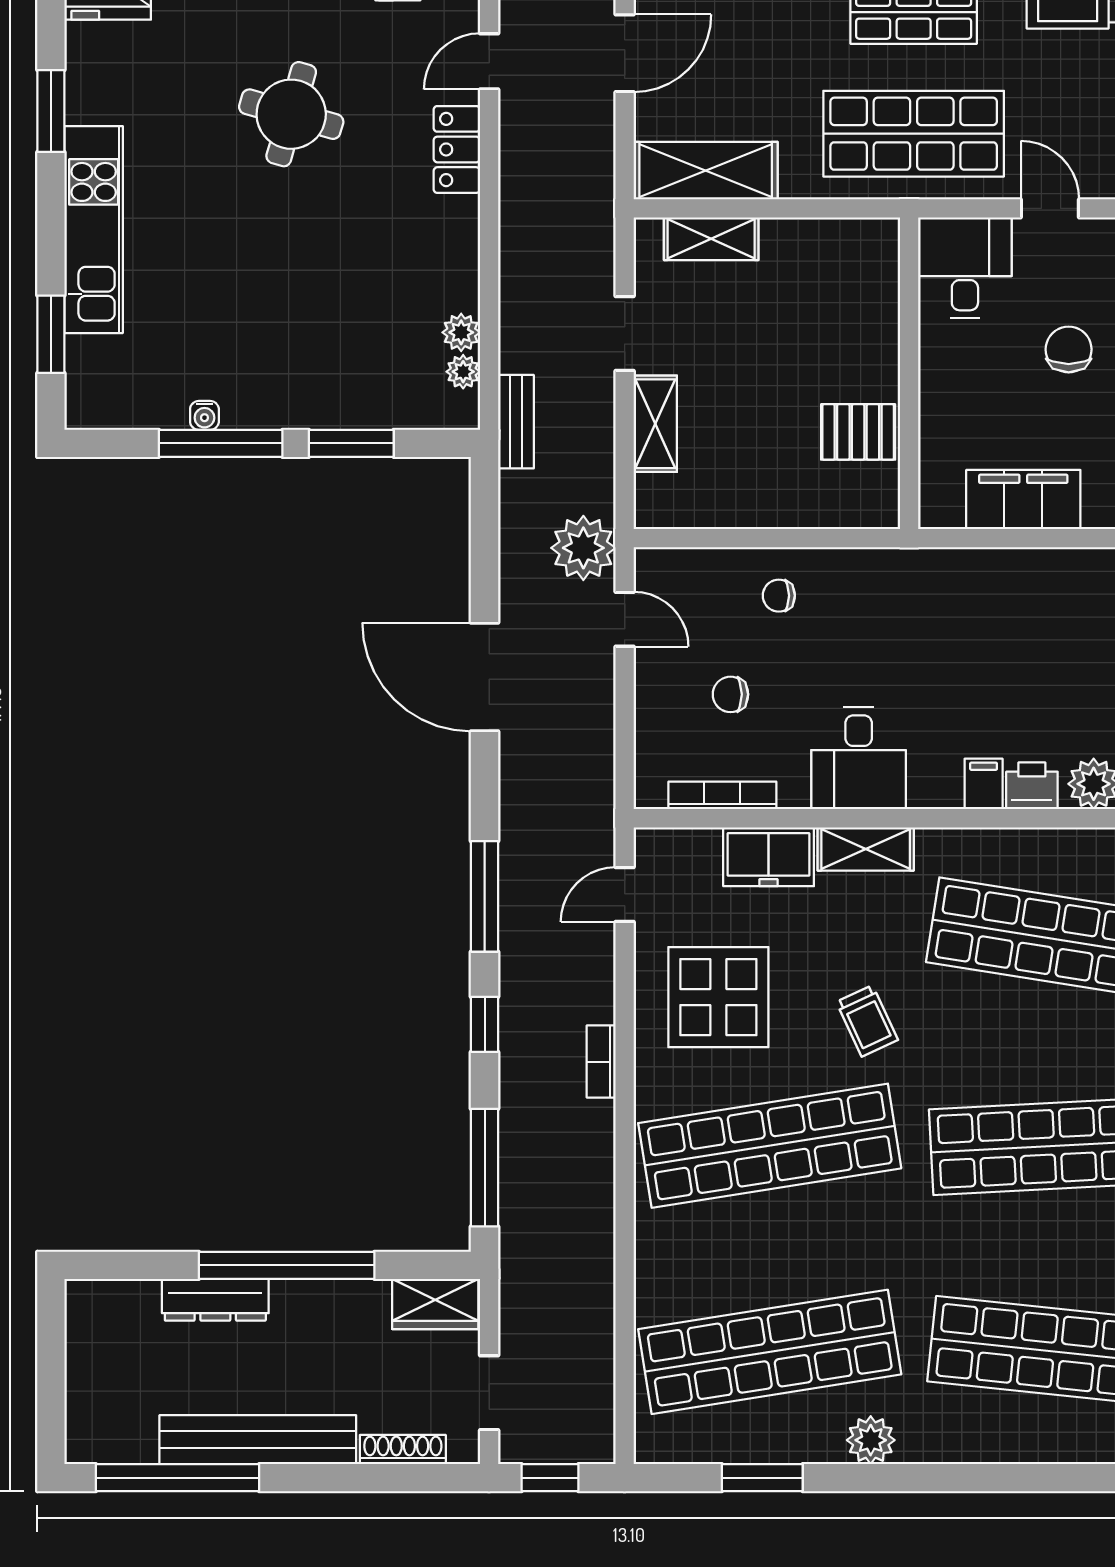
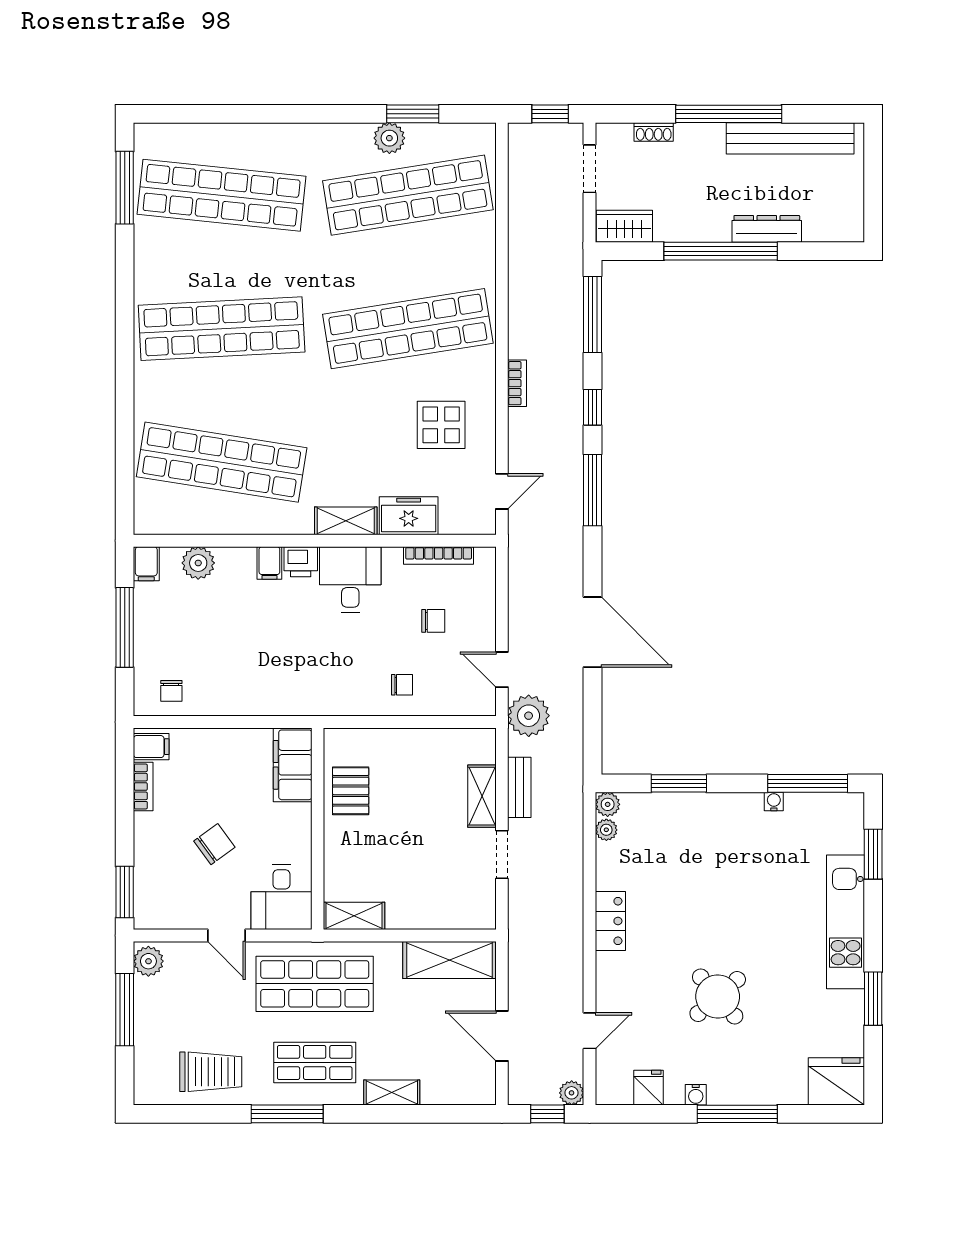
door: (625, 53) -> (502, 1036), hinge flipped
round table: (291, 114) -> (718, 997), turned 33
locker: (457, 149) -> (610, 921), moved
shelving: (711, 239) -> (354, 916), moved
plant: (461, 332) -> (608, 804), moved
chair: (1069, 349) -> (214, 844), turned -126
bench: (516, 422) -> (519, 787), moved
pallet: (858, 432) -> (351, 791), turned 90
window: (221, 443) -> (808, 783), moved
filing cabinet: (1023, 500) -> (293, 765), moved, turned 90
printer: (1032, 786) -> (301, 562), moved
display table: (718, 997) -> (441, 425), width x0.73, depth x0.73
trolley: (867, 1021) -> (345, 409), removed
bench: (258, 1440) -> (790, 138), moved
plant: (871, 1440) -> (389, 138), moved
shoe rack: (403, 1449) -> (654, 132), width x0.70
window: (178, 1478) -> (729, 114), moved

